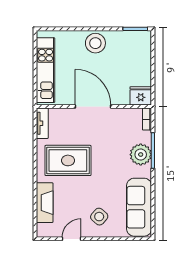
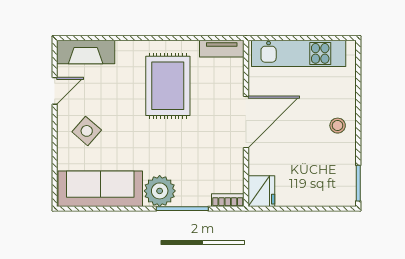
stool: (95, 43) -> (338, 126), width x0.53, depth x0.53
plant: (141, 155) -> (160, 191), moved
fireplace: (45, 203) -> (86, 52), moved
door: (72, 239) -> (55, 91), hinge flipped

